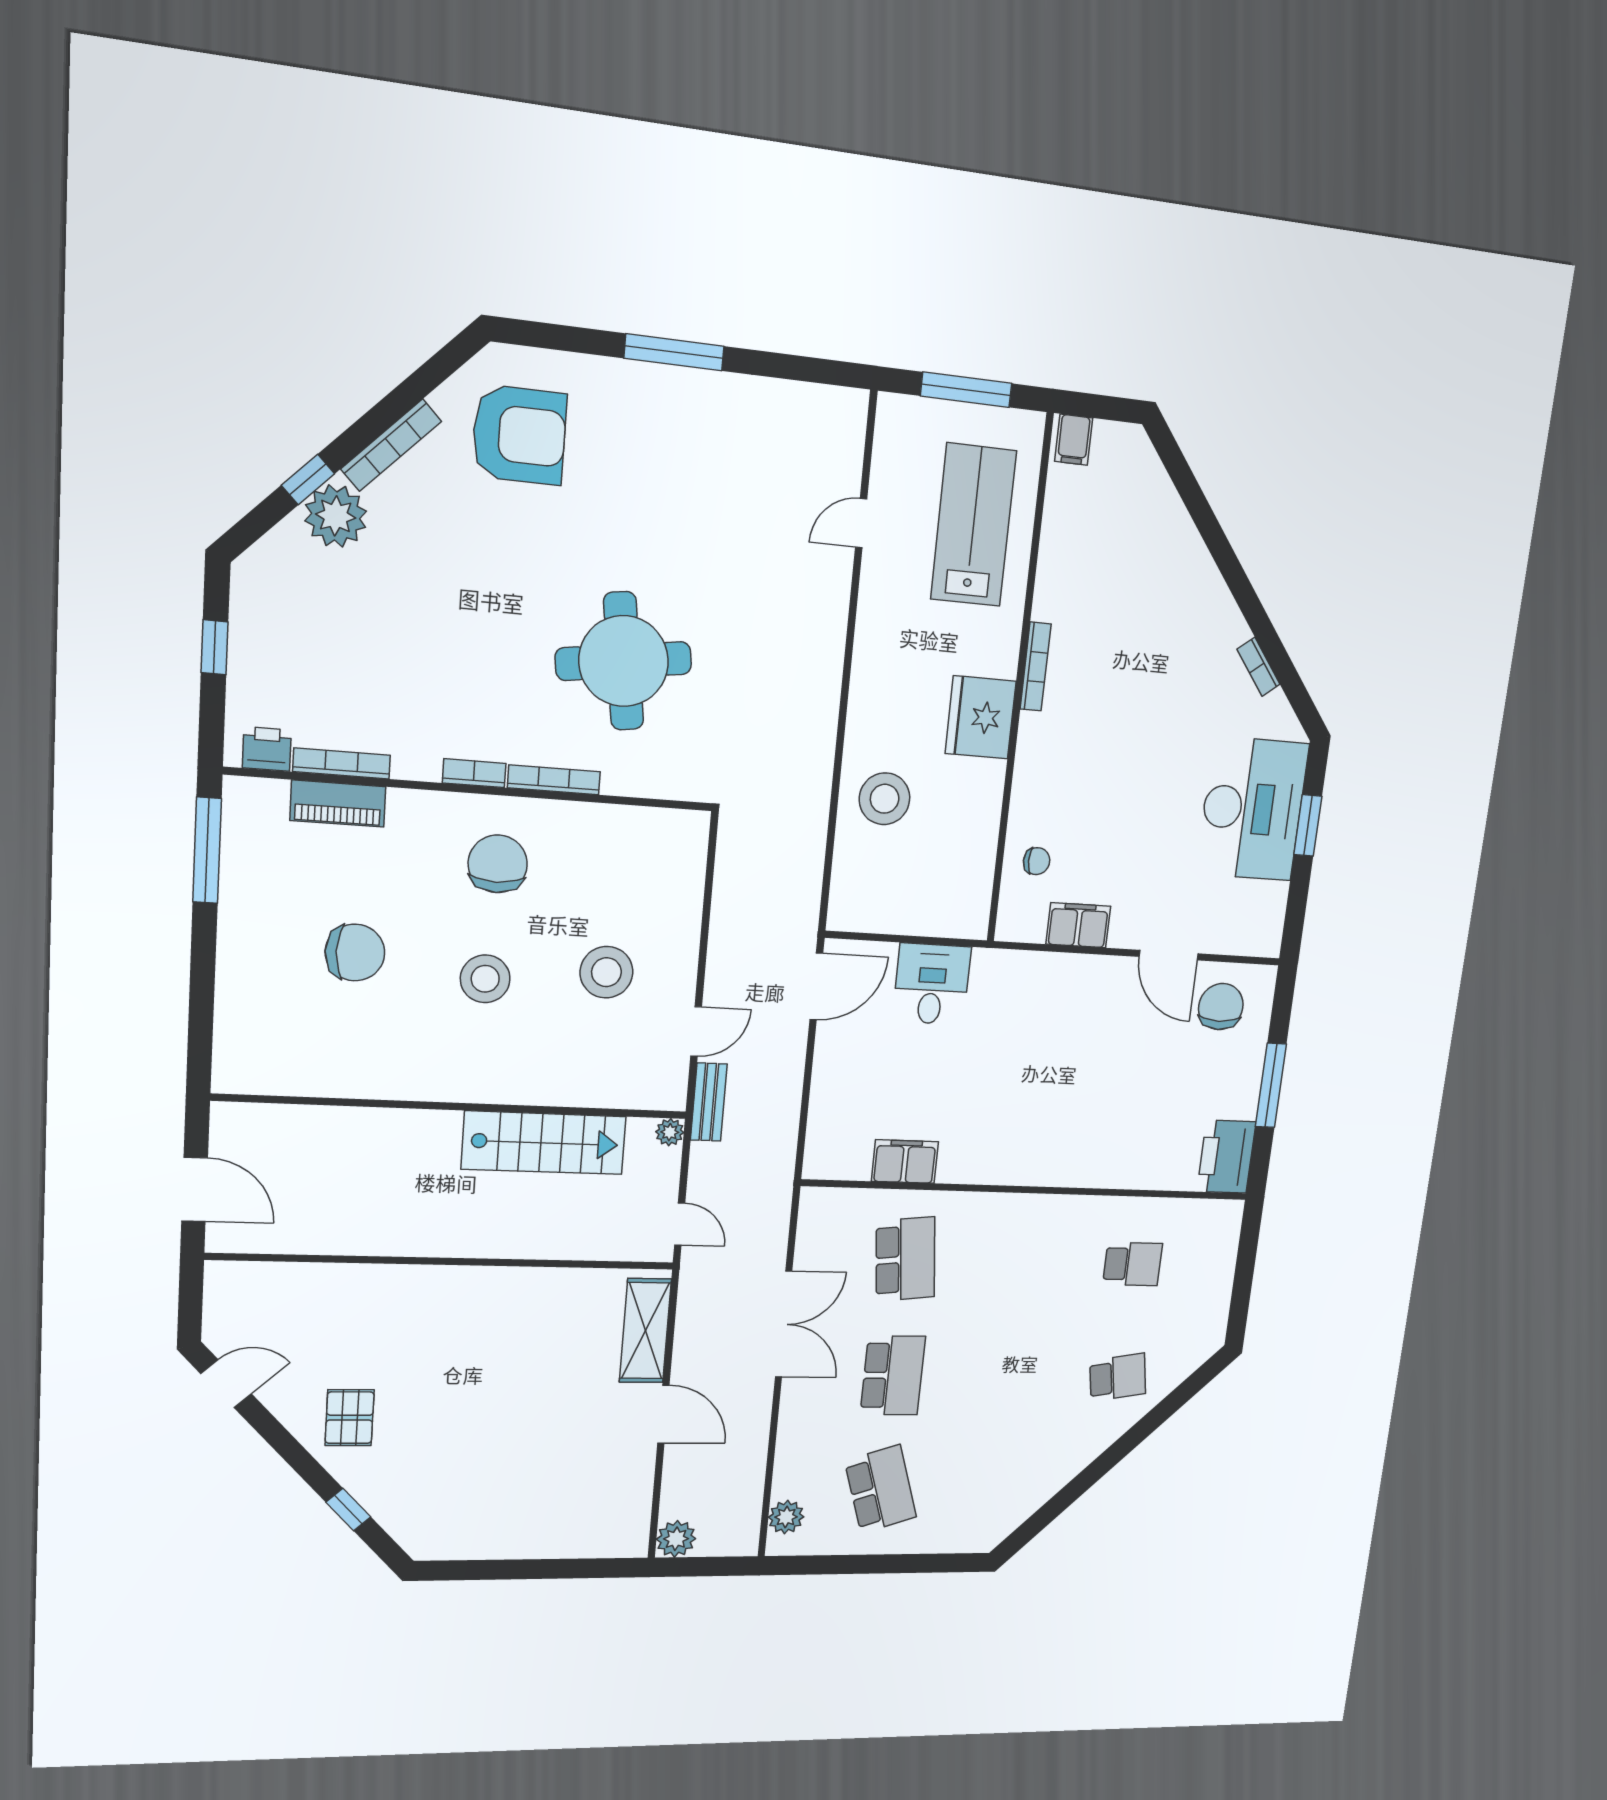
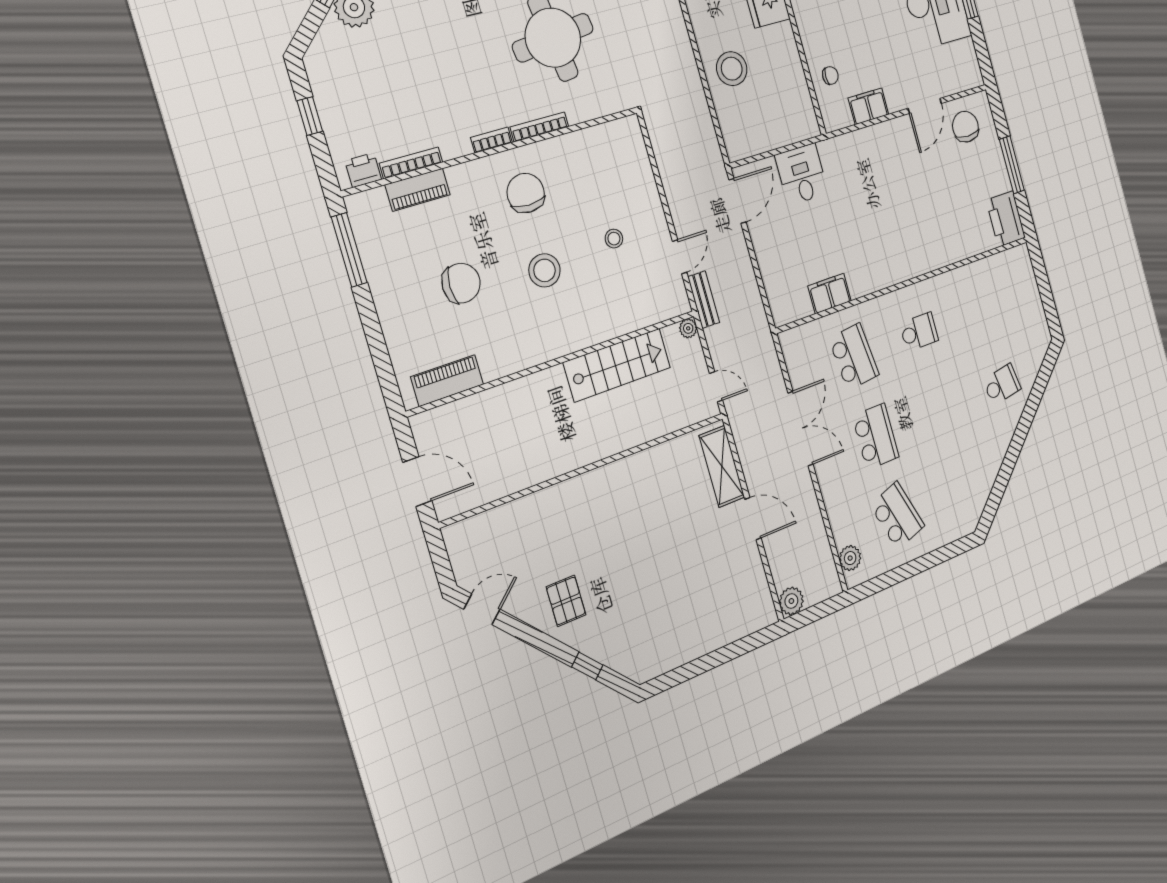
door: (1169, 955) -> (925, 106), hinge flipped
stool: (606, 972) -> (614, 239), width x0.53, depth x0.53
piano: (286, 1074) -> (447, 381), added
school desk: (1133, 1264) -> (919, 332), moved

